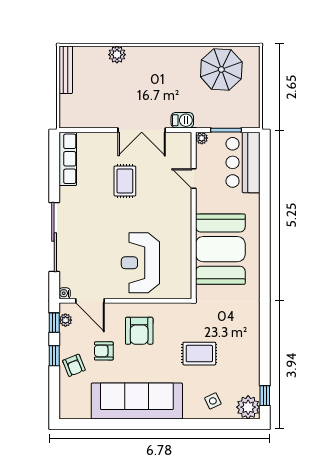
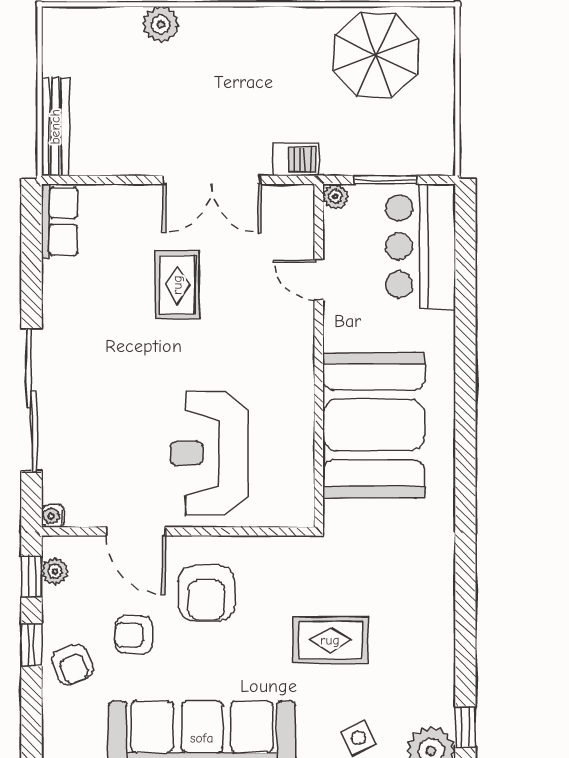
bench: (66, 70) -> (55, 127), moved
row of seats: (68, 159) -> (59, 221), width x0.68
door: (90, 301) -> (136, 531), moved

